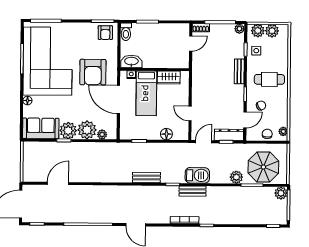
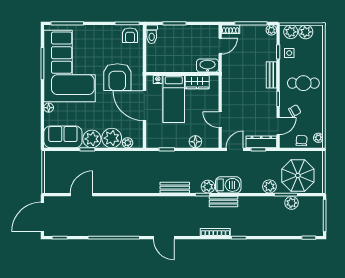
washbasin: (131, 61) -> (208, 66), moved
plant: (178, 177) -> (208, 187), added
plant: (281, 193) -> (292, 203), moved

